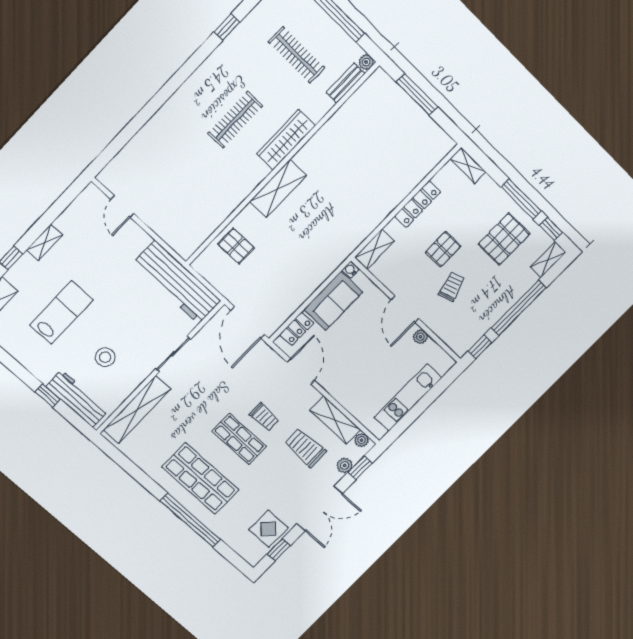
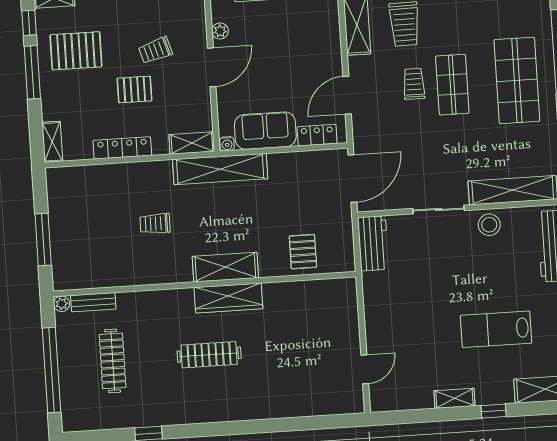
wardrobe: (286, 140) -> (228, 298), moved
trolley: (351, 174) -> (155, 224), added
shelving: (340, 249) -> (220, 169), added
workbench: (177, 282) -> (373, 243), width x0.53, depth x0.76
stool: (105, 357) -> (489, 225), moved

